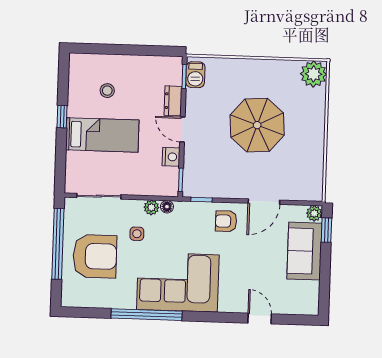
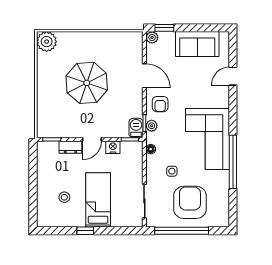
barbecue: (195, 75) -> (136, 128), moved, turned -90
plant: (151, 207) -> (152, 126), moved
sofa: (304, 251) -> (197, 44), moved

